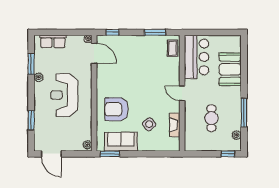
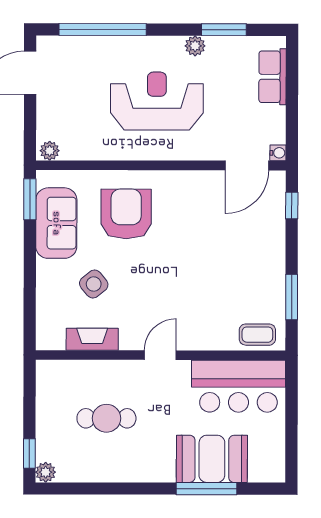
window: (244, 113) -> (206, 489), moved
window: (31, 120) -> (103, 29), width x2.11
plant: (236, 135) -> (46, 472), moved

